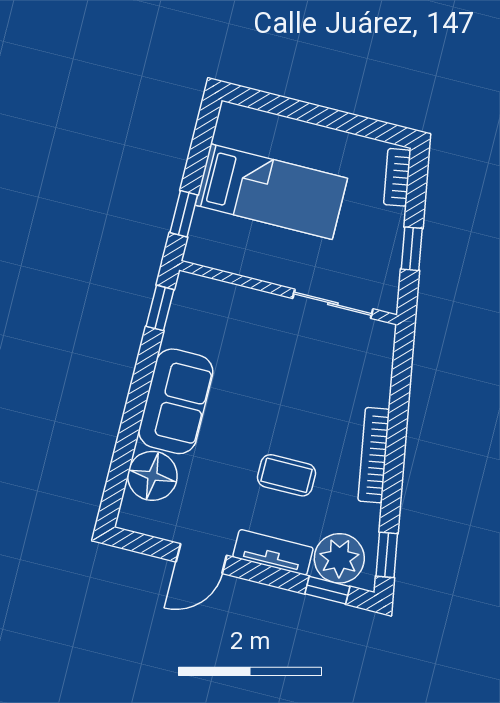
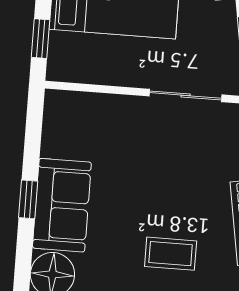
window: (160, 308) -> (28, 199), moved

